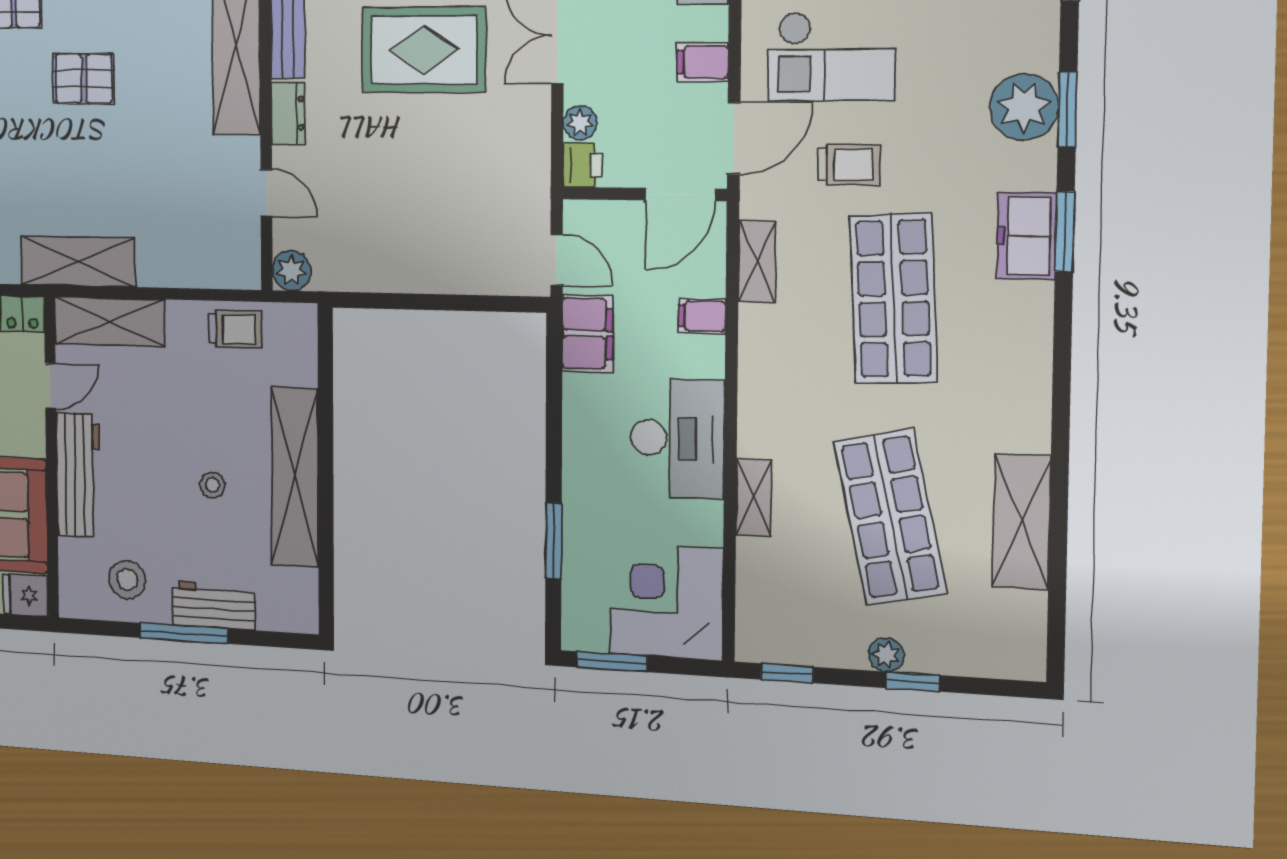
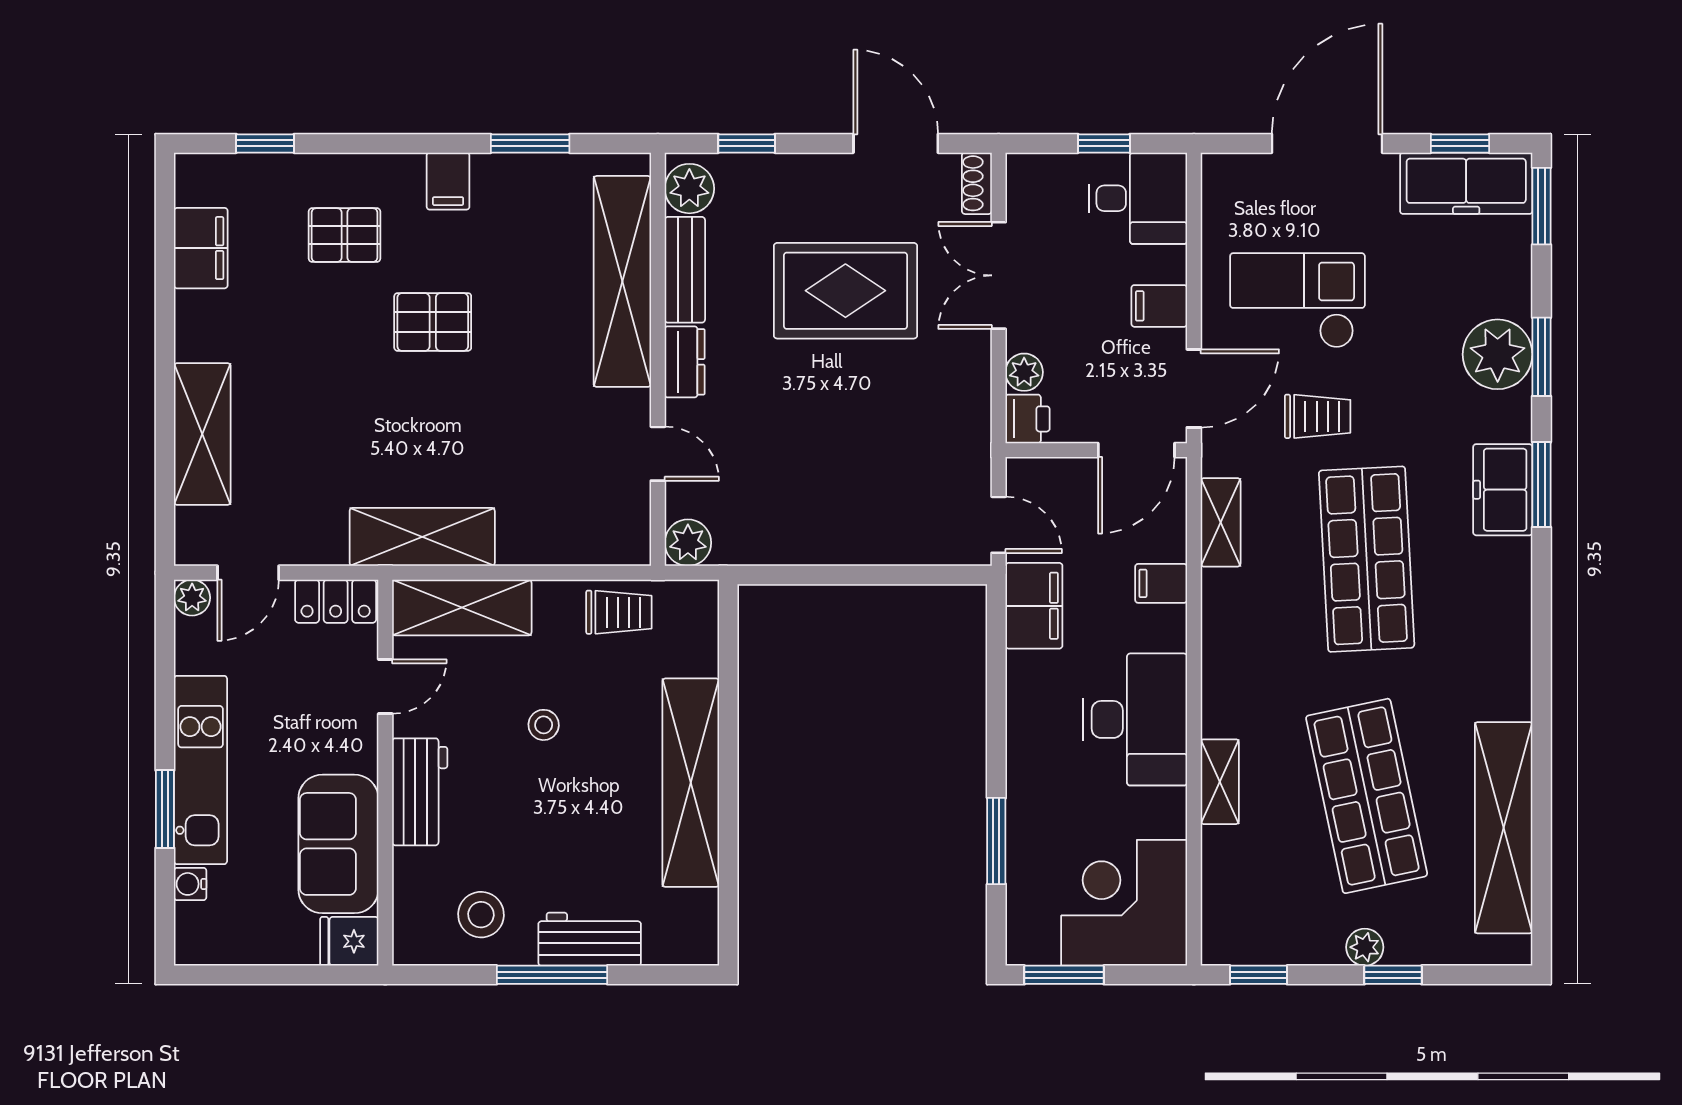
checkout: (831, 56) -> (1297, 300), turned 180
workbench: (78, 475) -> (420, 792), width x0.73
stool: (212, 485) -> (544, 725), moved
shelving: (1022, 522) -> (1504, 828), width x1.47

